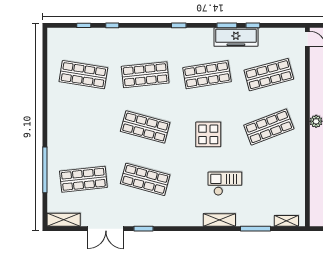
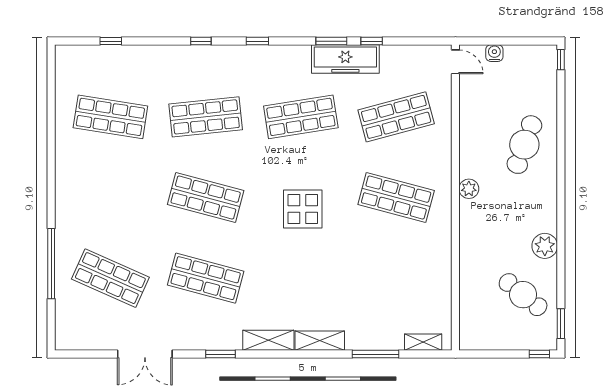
window: (112, 25) -> (201, 41), moved
shop shelf: (269, 127) -> (396, 198), turned 36
shop shelf: (83, 179) -> (110, 278), turned 30
checkout: (225, 184) -> (328, 285), removed
shelving: (64, 220) -> (268, 340), moved
window: (144, 229) -> (220, 354), moved

